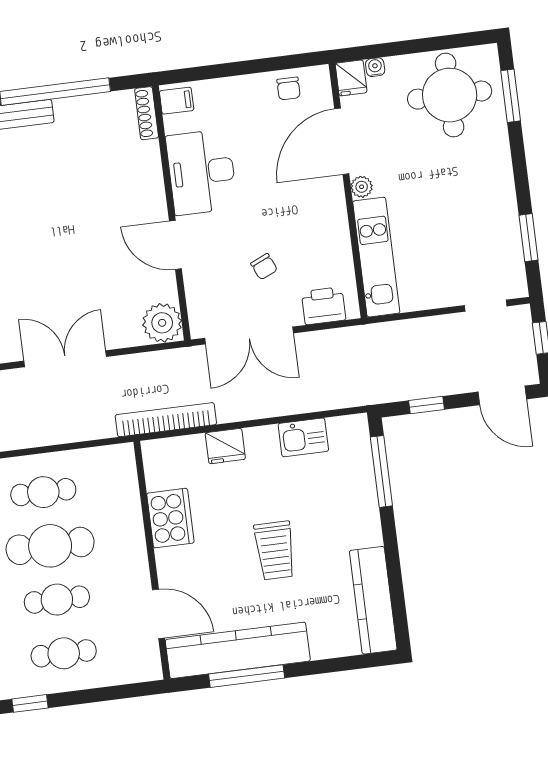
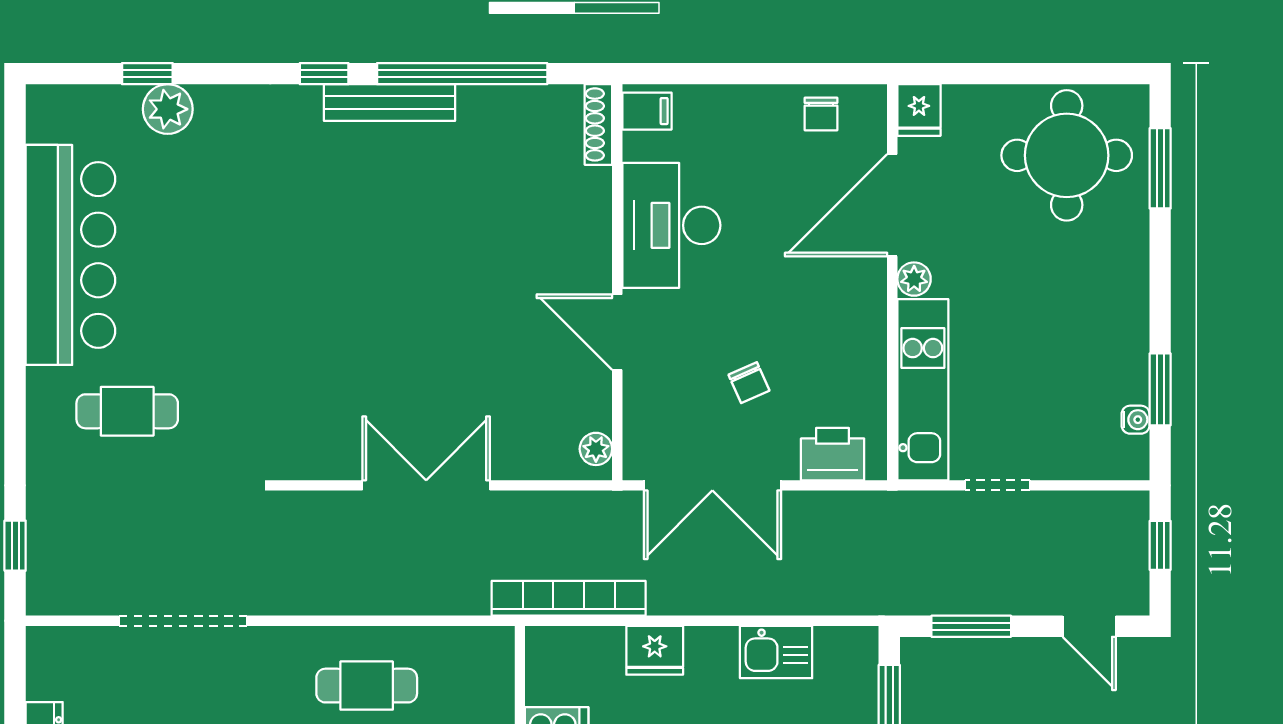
water cooler: (375, 67) -> (1136, 420), moved, turned 90
doorway: (486, 306) -> (997, 485), moved
plant: (162, 323) -> (596, 449), width x0.53, depth x0.53
door: (502, 395) -> (1089, 626), width x0.73
window: (426, 405) -> (971, 626), width x1.50

